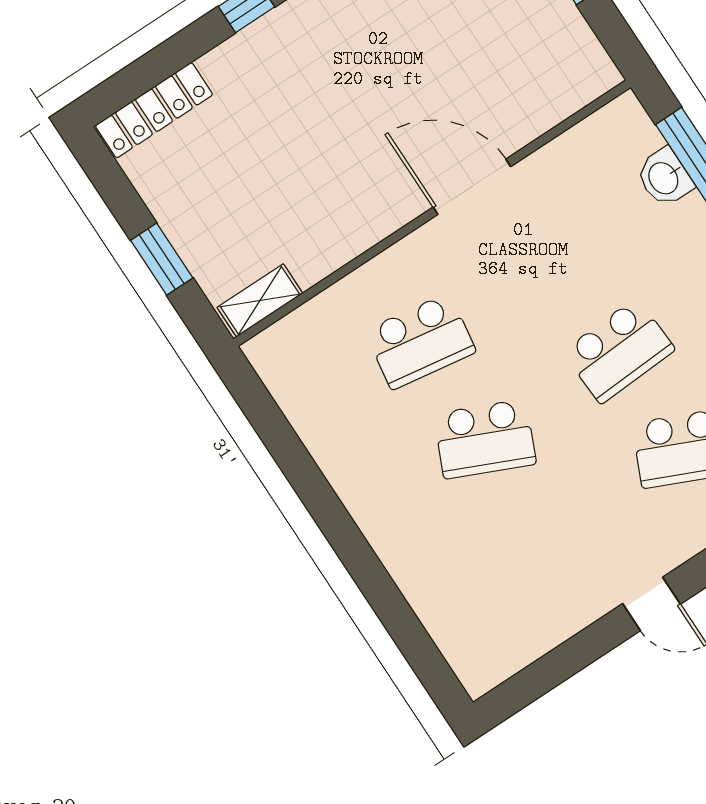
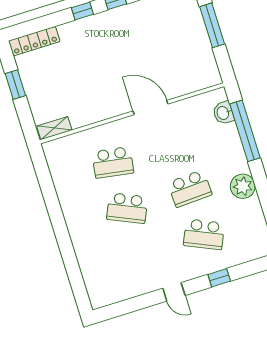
washbasin: (664, 178) -> (223, 113), moved
window: (162, 259) -> (15, 85), moved

